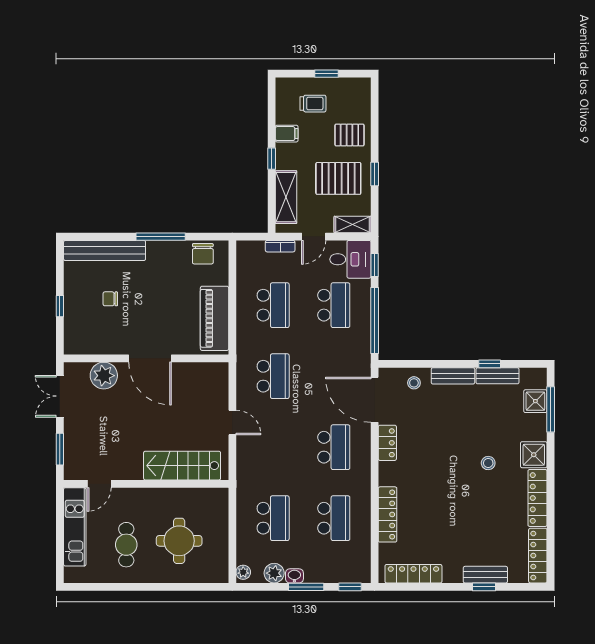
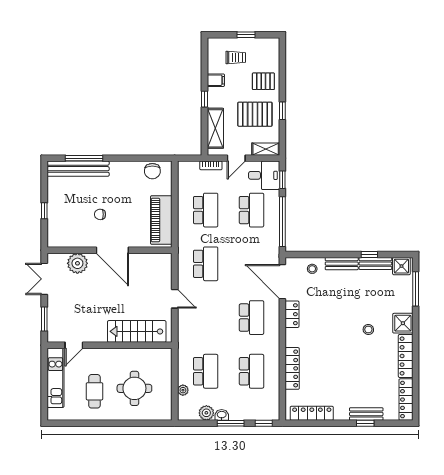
window: (161, 237) -> (84, 158), moved
chair: (110, 299) -> (100, 214), moved
shower: (535, 401) -> (401, 266), moved
plant: (243, 572) -> (183, 390), moved

